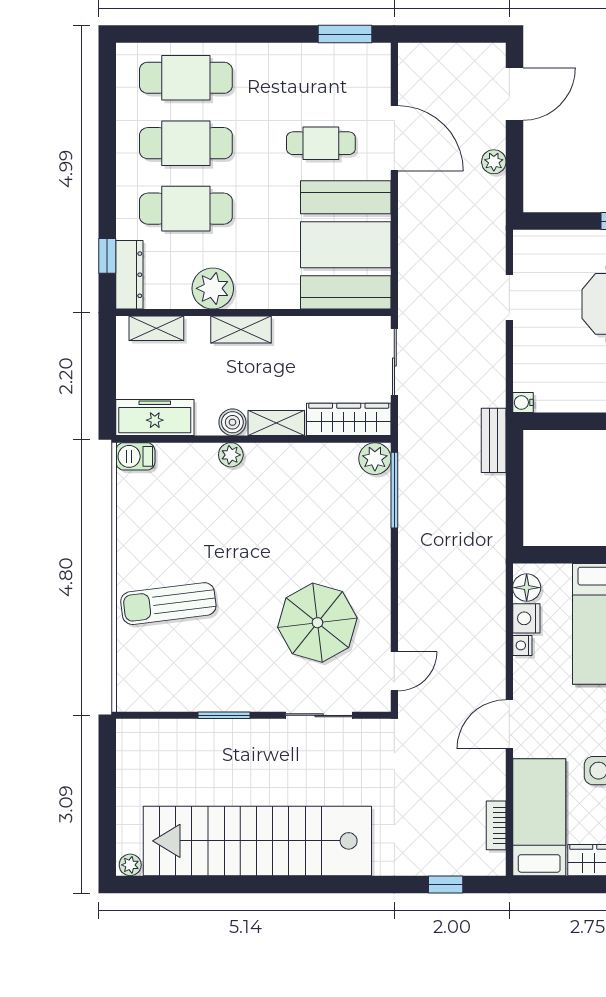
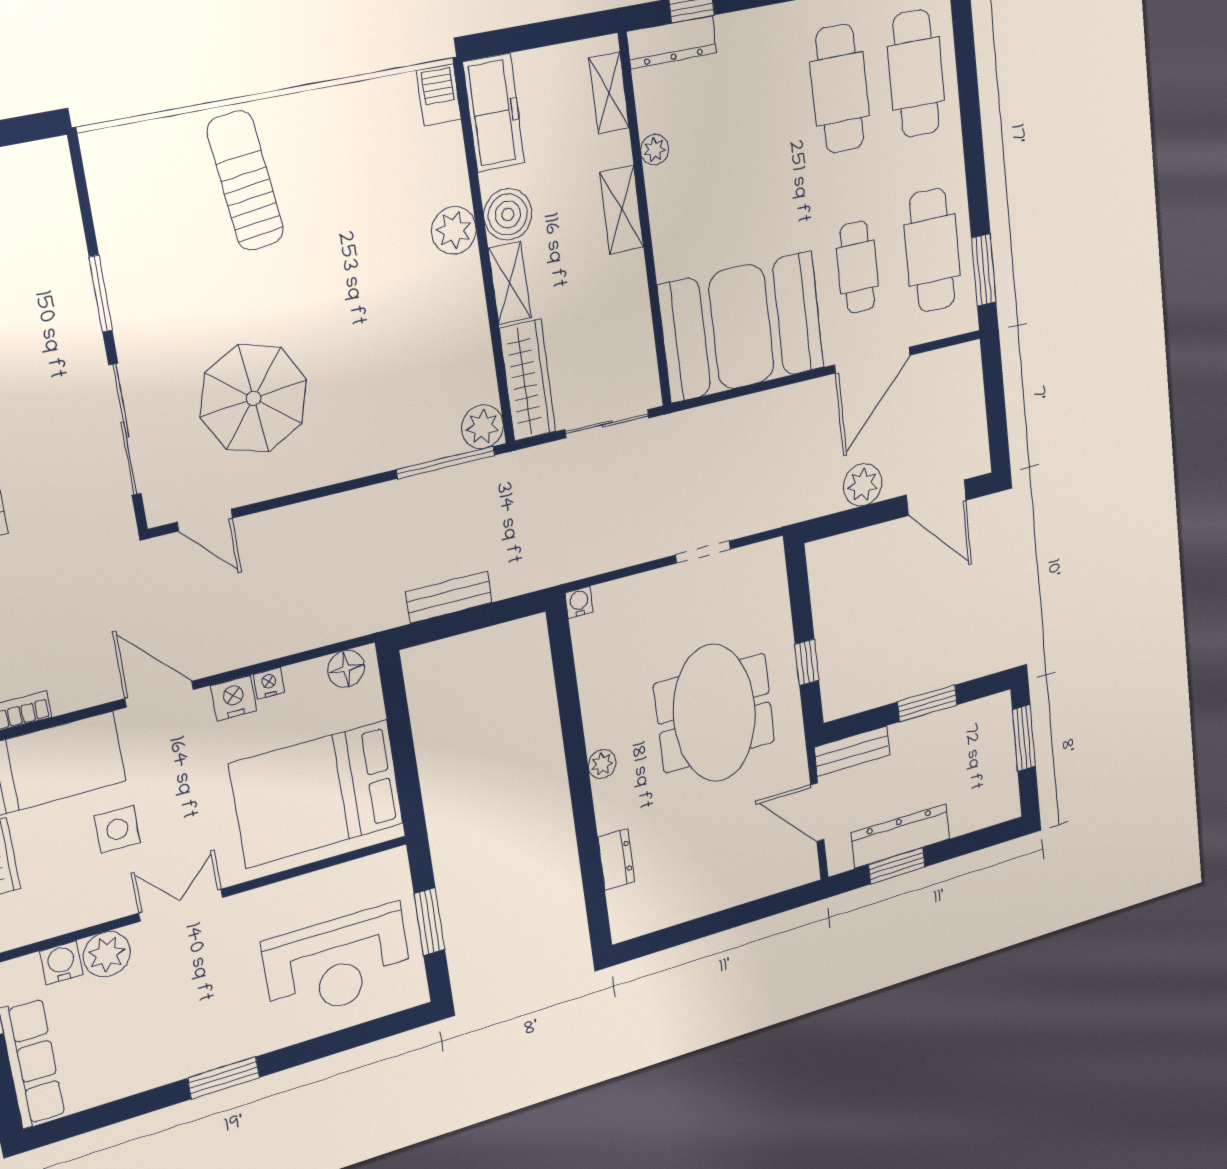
plant: (494, 162) -> (863, 485), width x1.38, depth x1.38
cafe table: (186, 209) -> (932, 250), moved
plant: (213, 288) -> (655, 150), width x0.53, depth x0.53
boiler: (232, 422) -> (508, 214), width x1.36, depth x1.36
bench: (494, 440) -> (449, 597), moved
plant: (231, 455) -> (454, 230), width x1.38, depth x1.38
nightstand: (526, 618) -> (234, 698), moved
sliding door: (319, 715) -> (125, 430), width x1.37

